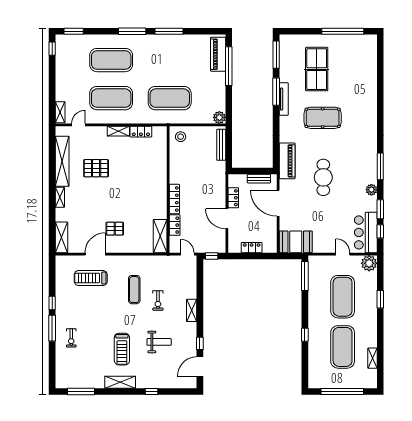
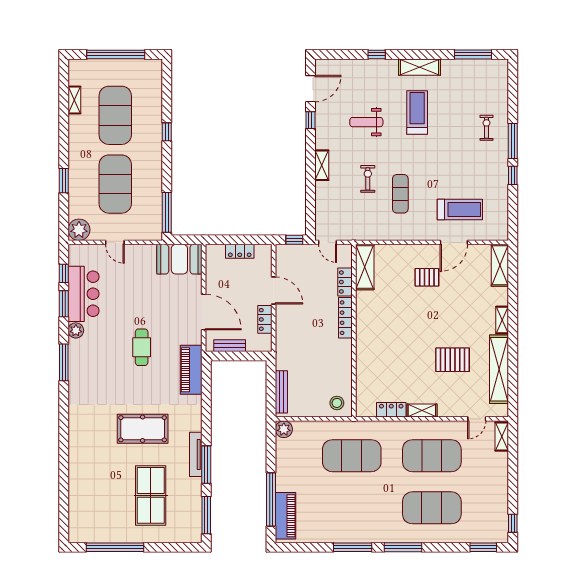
cafe table: (323, 177) -> (142, 347), width x0.73, depth x0.74
bar counter: (366, 232) -> (84, 294), moved

